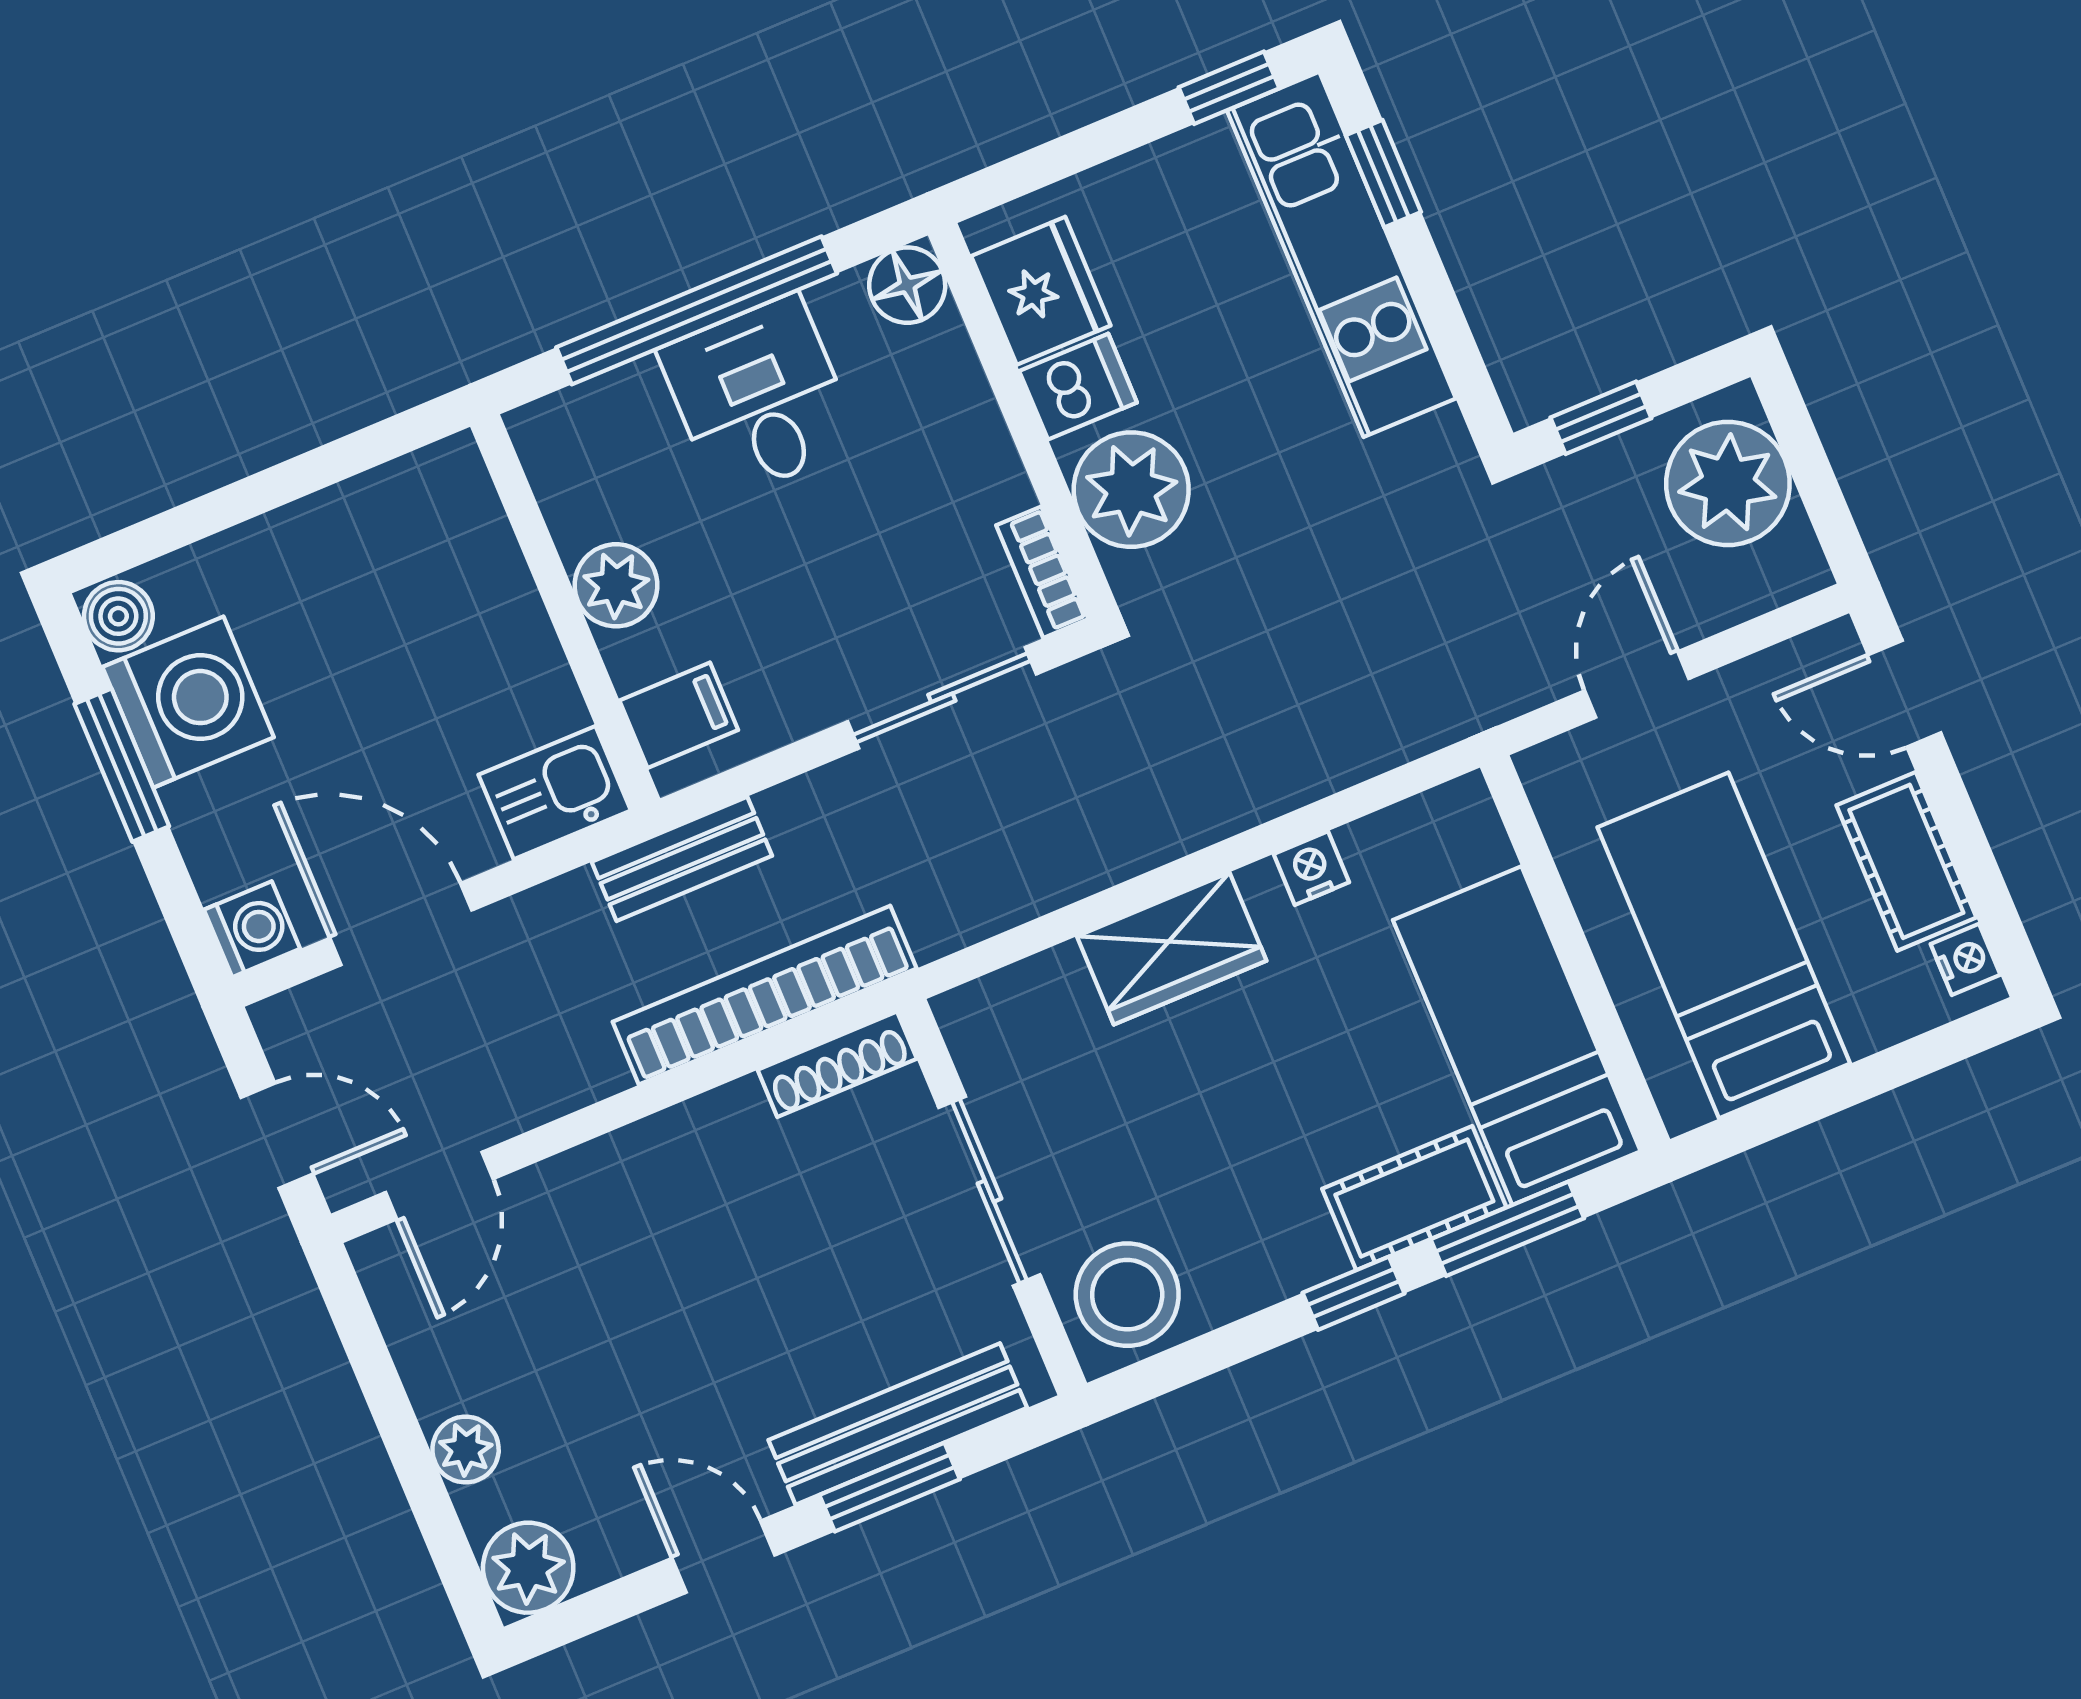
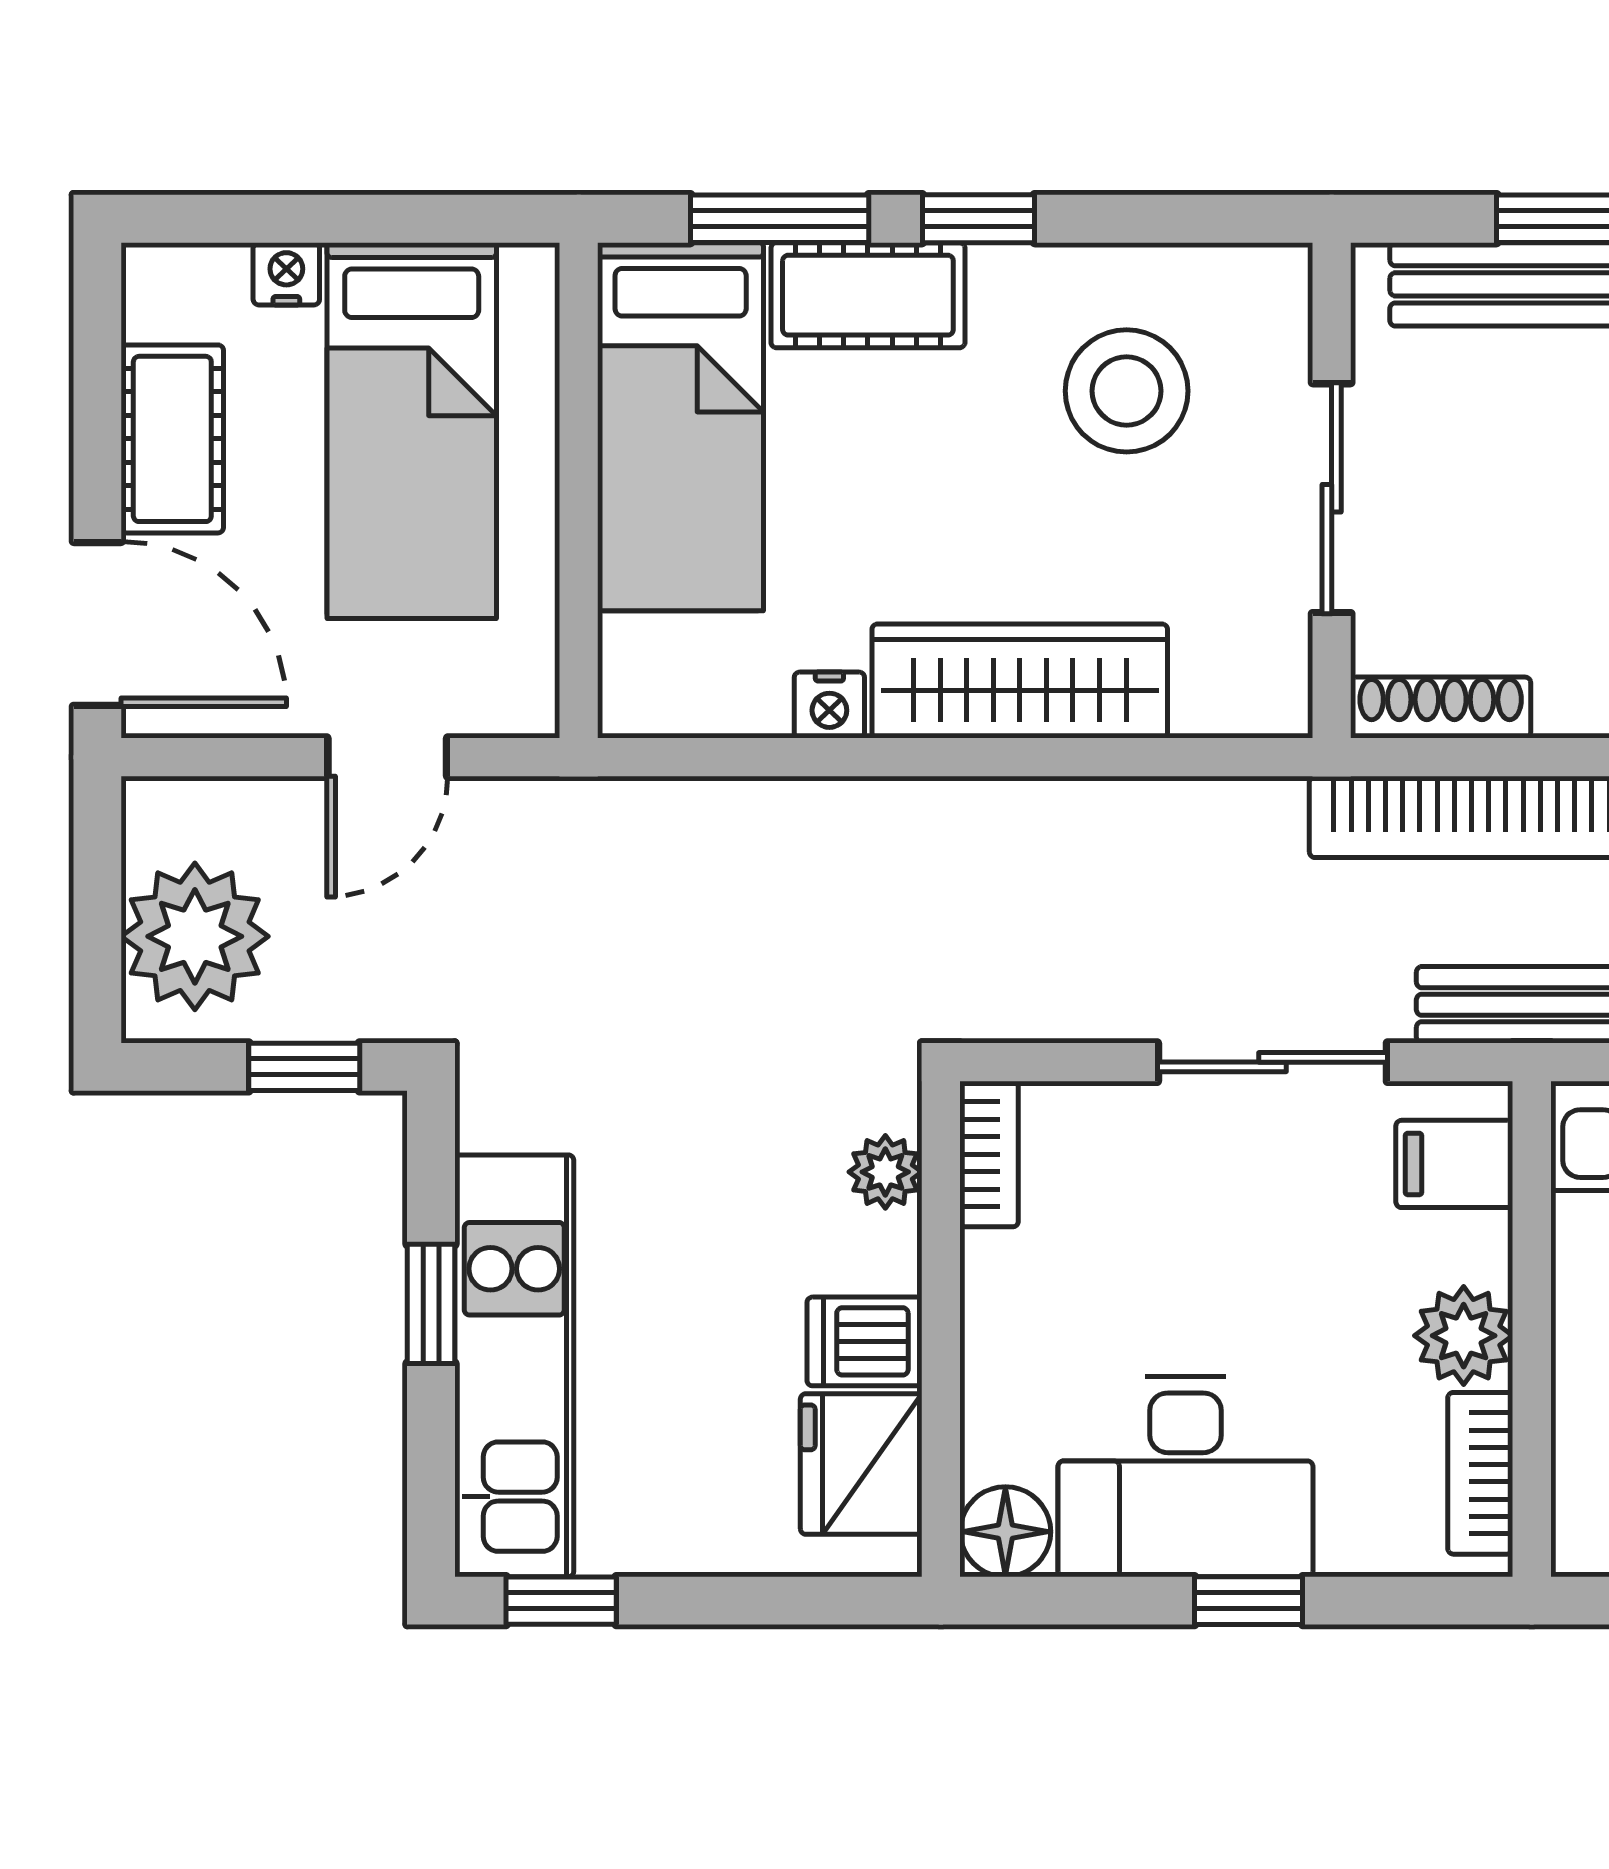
window: (1383, 174) -> (431, 1304), moved
window: (697, 310) -> (1249, 1601), width x0.32
desk: (759, 397) -> (1186, 1477), width x1.37
bookcase: (558, 484) -> (1480, 1473), added
plant: (1131, 490) -> (885, 1172), width x0.53, depth x0.53
door: (1905, 694) -> (97, 624), width x1.38
sliding door: (942, 698) -> (1272, 1062), moved
wardrobe: (1172, 948) -> (1020, 681), width x1.50
nightstand: (1965, 959) -> (286, 274), moved, turned 90
stool: (1127, 1295) -> (1127, 391), moved

